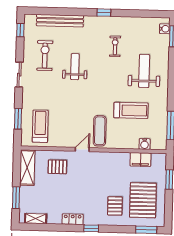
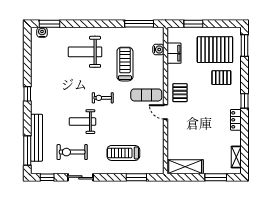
window: (48, 11) -> (27, 150), added
exercise bike: (115, 46) -> (103, 98), moved
sliding door: (19, 75) -> (80, 177), moved
treadmill: (40, 126) -> (123, 153), moved
pallet: (57, 167) -> (180, 93), moved

